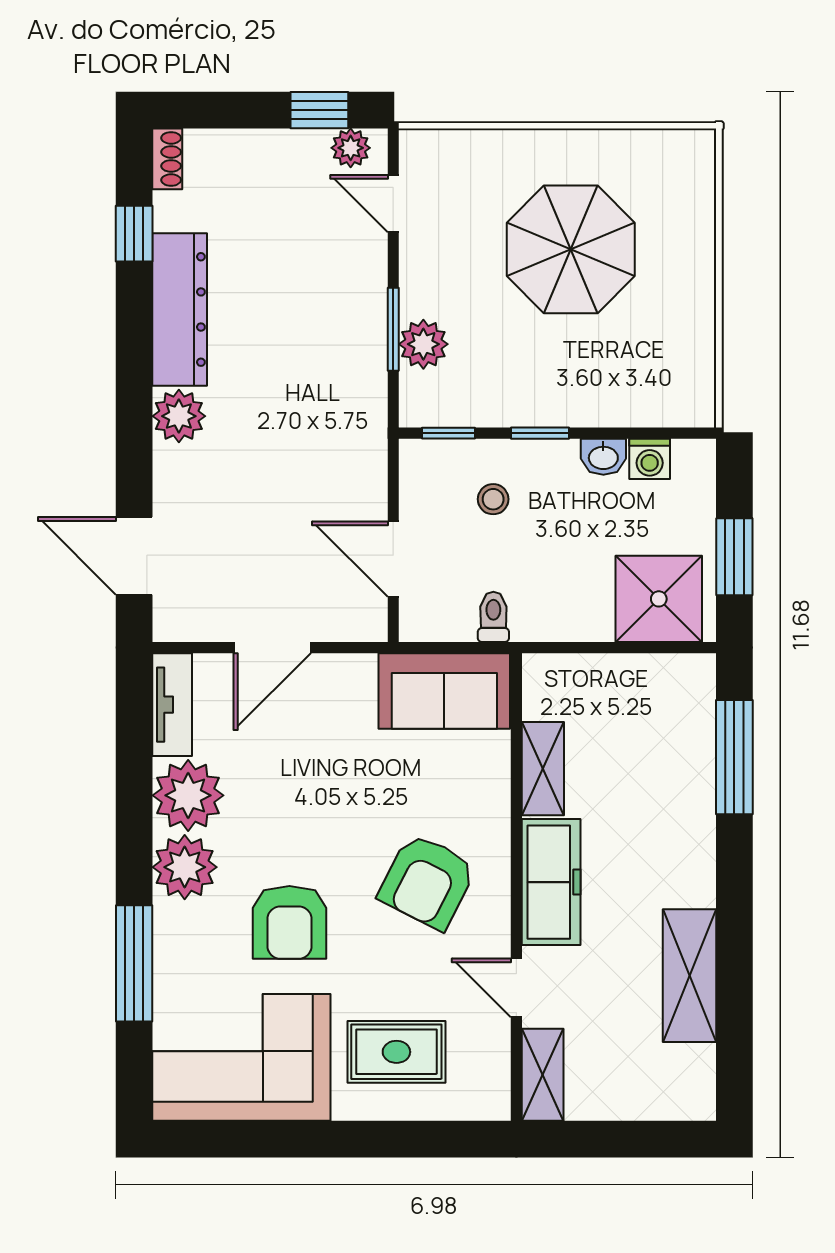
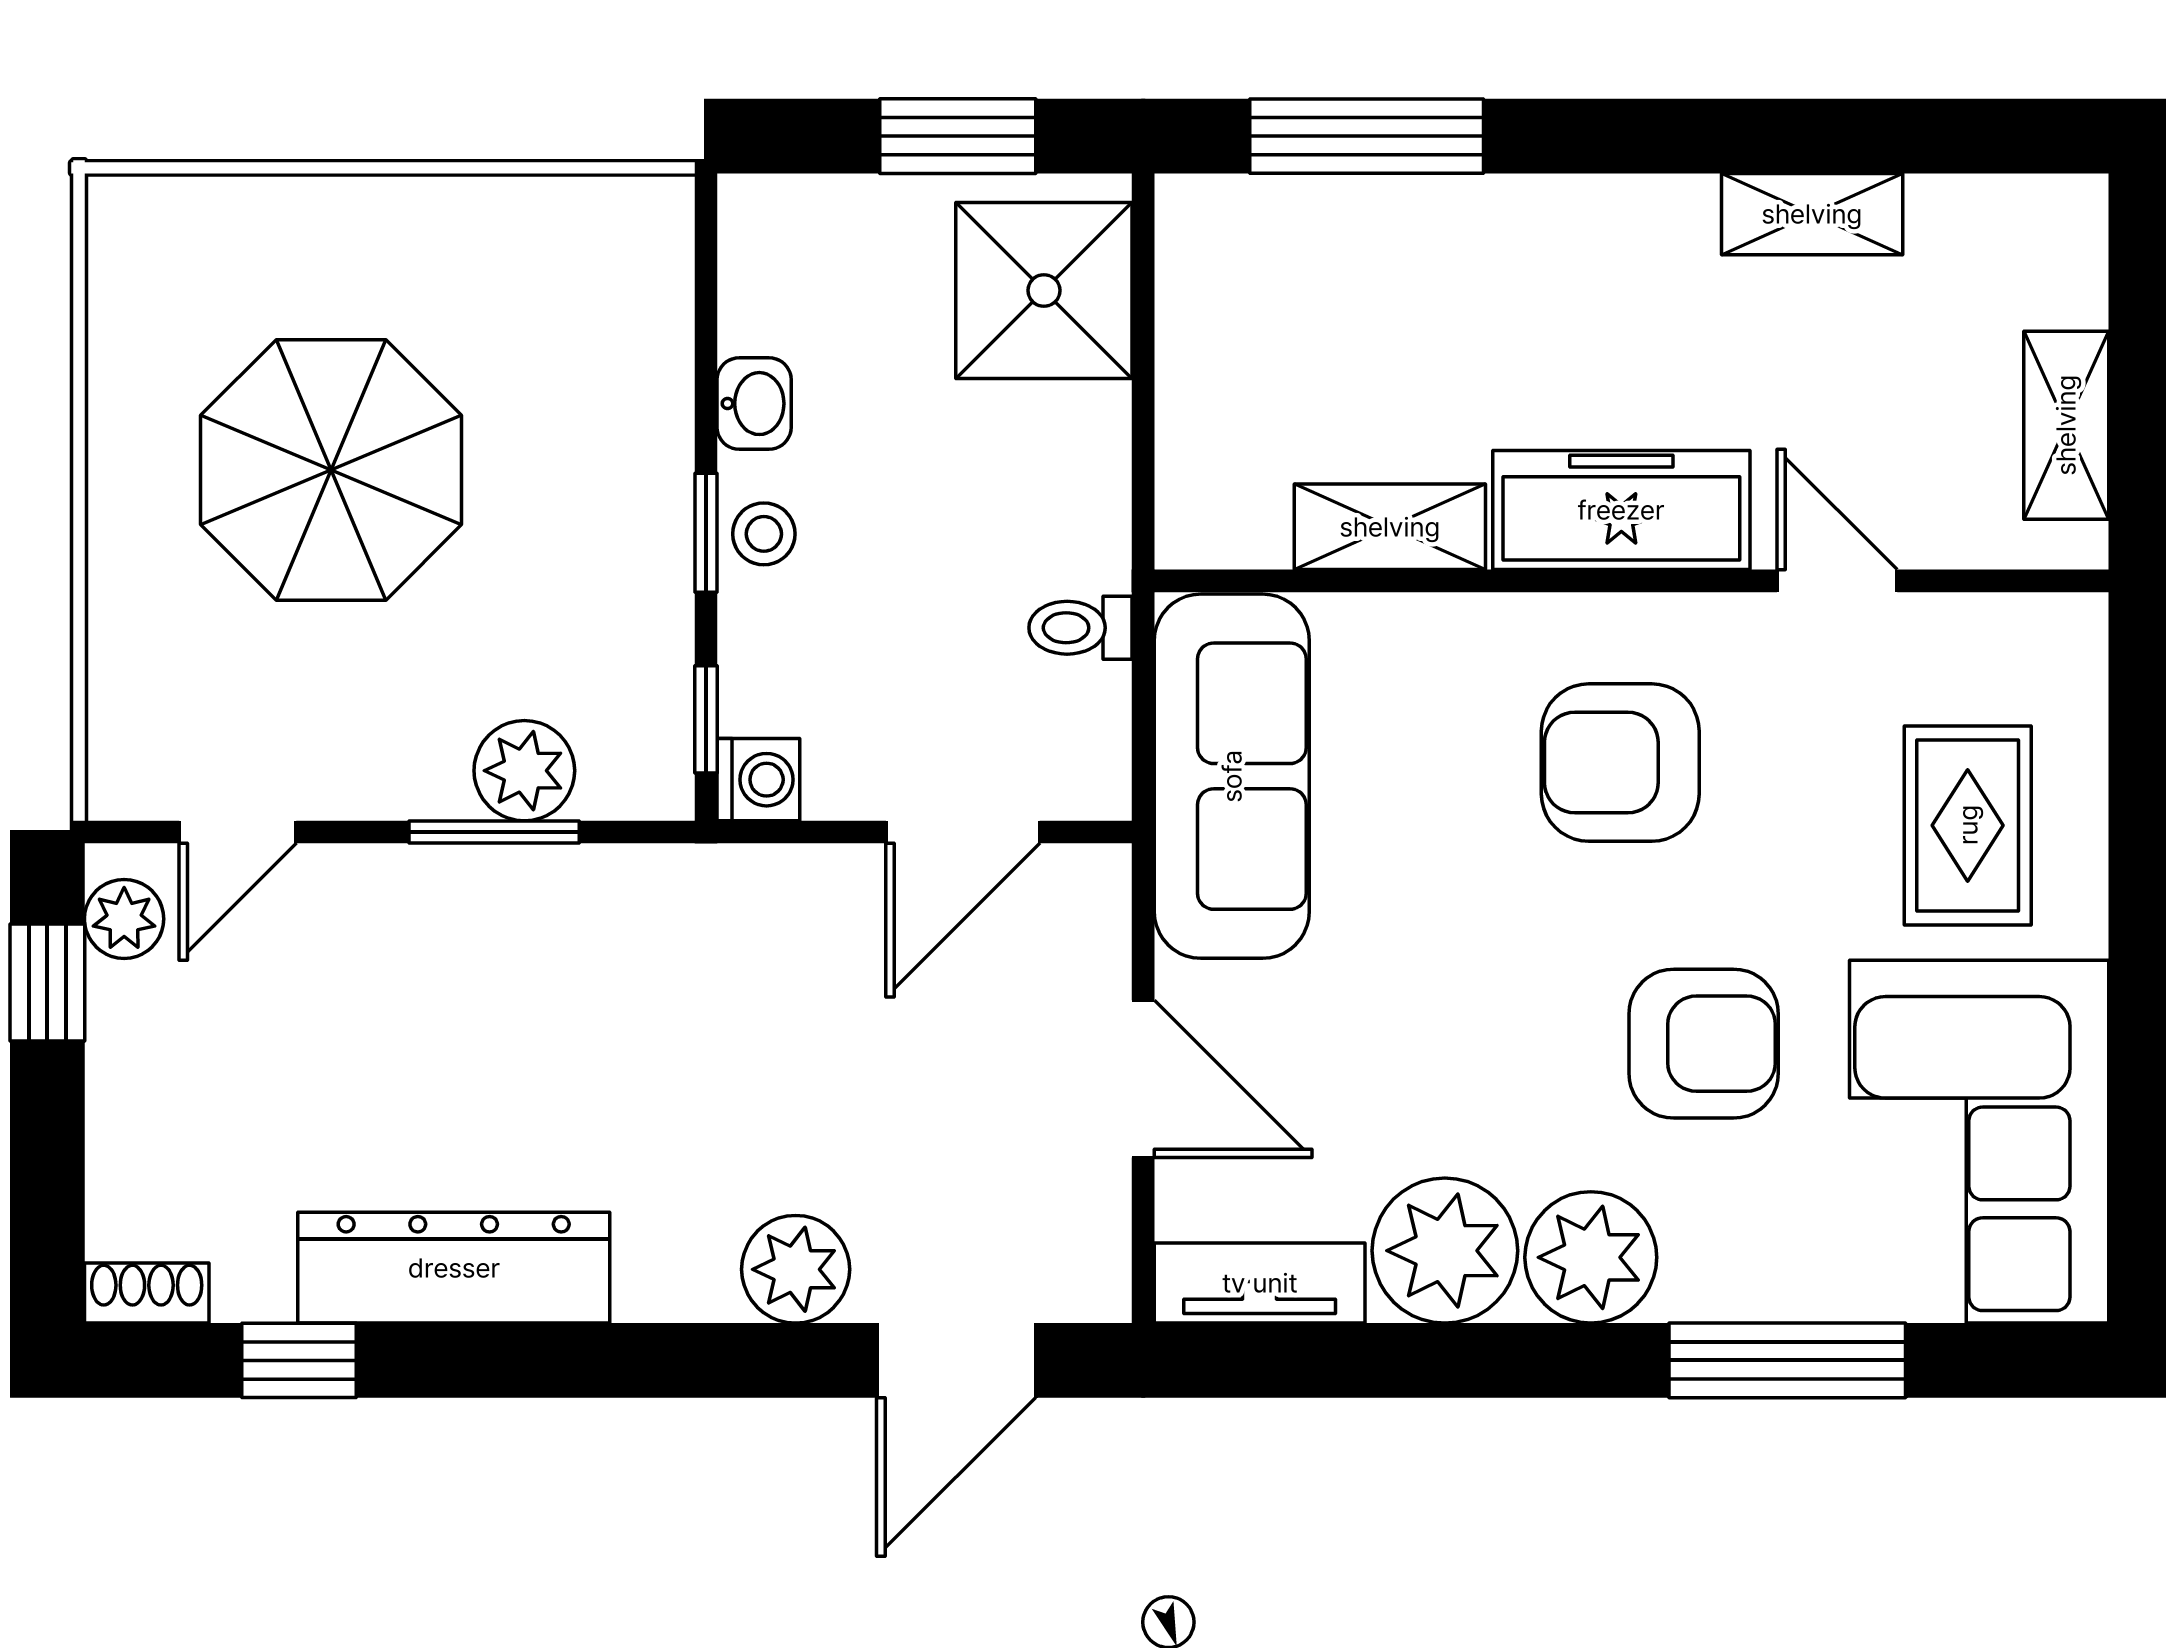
plant: (179, 416) -> (796, 1269), moved
washing machine: (650, 459) -> (758, 780), moved
stool: (493, 499) -> (764, 534), moved
sofa: (444, 691) -> (1232, 776), width x1.36
armchair: (427, 881) -> (1620, 763), turned 153
shelving: (690, 976) -> (1812, 214), width x0.67, depth x0.75
door: (516, 988) -> (1837, 581), swing flipped
shelving: (543, 1075) -> (2066, 425), moved, turned 90

